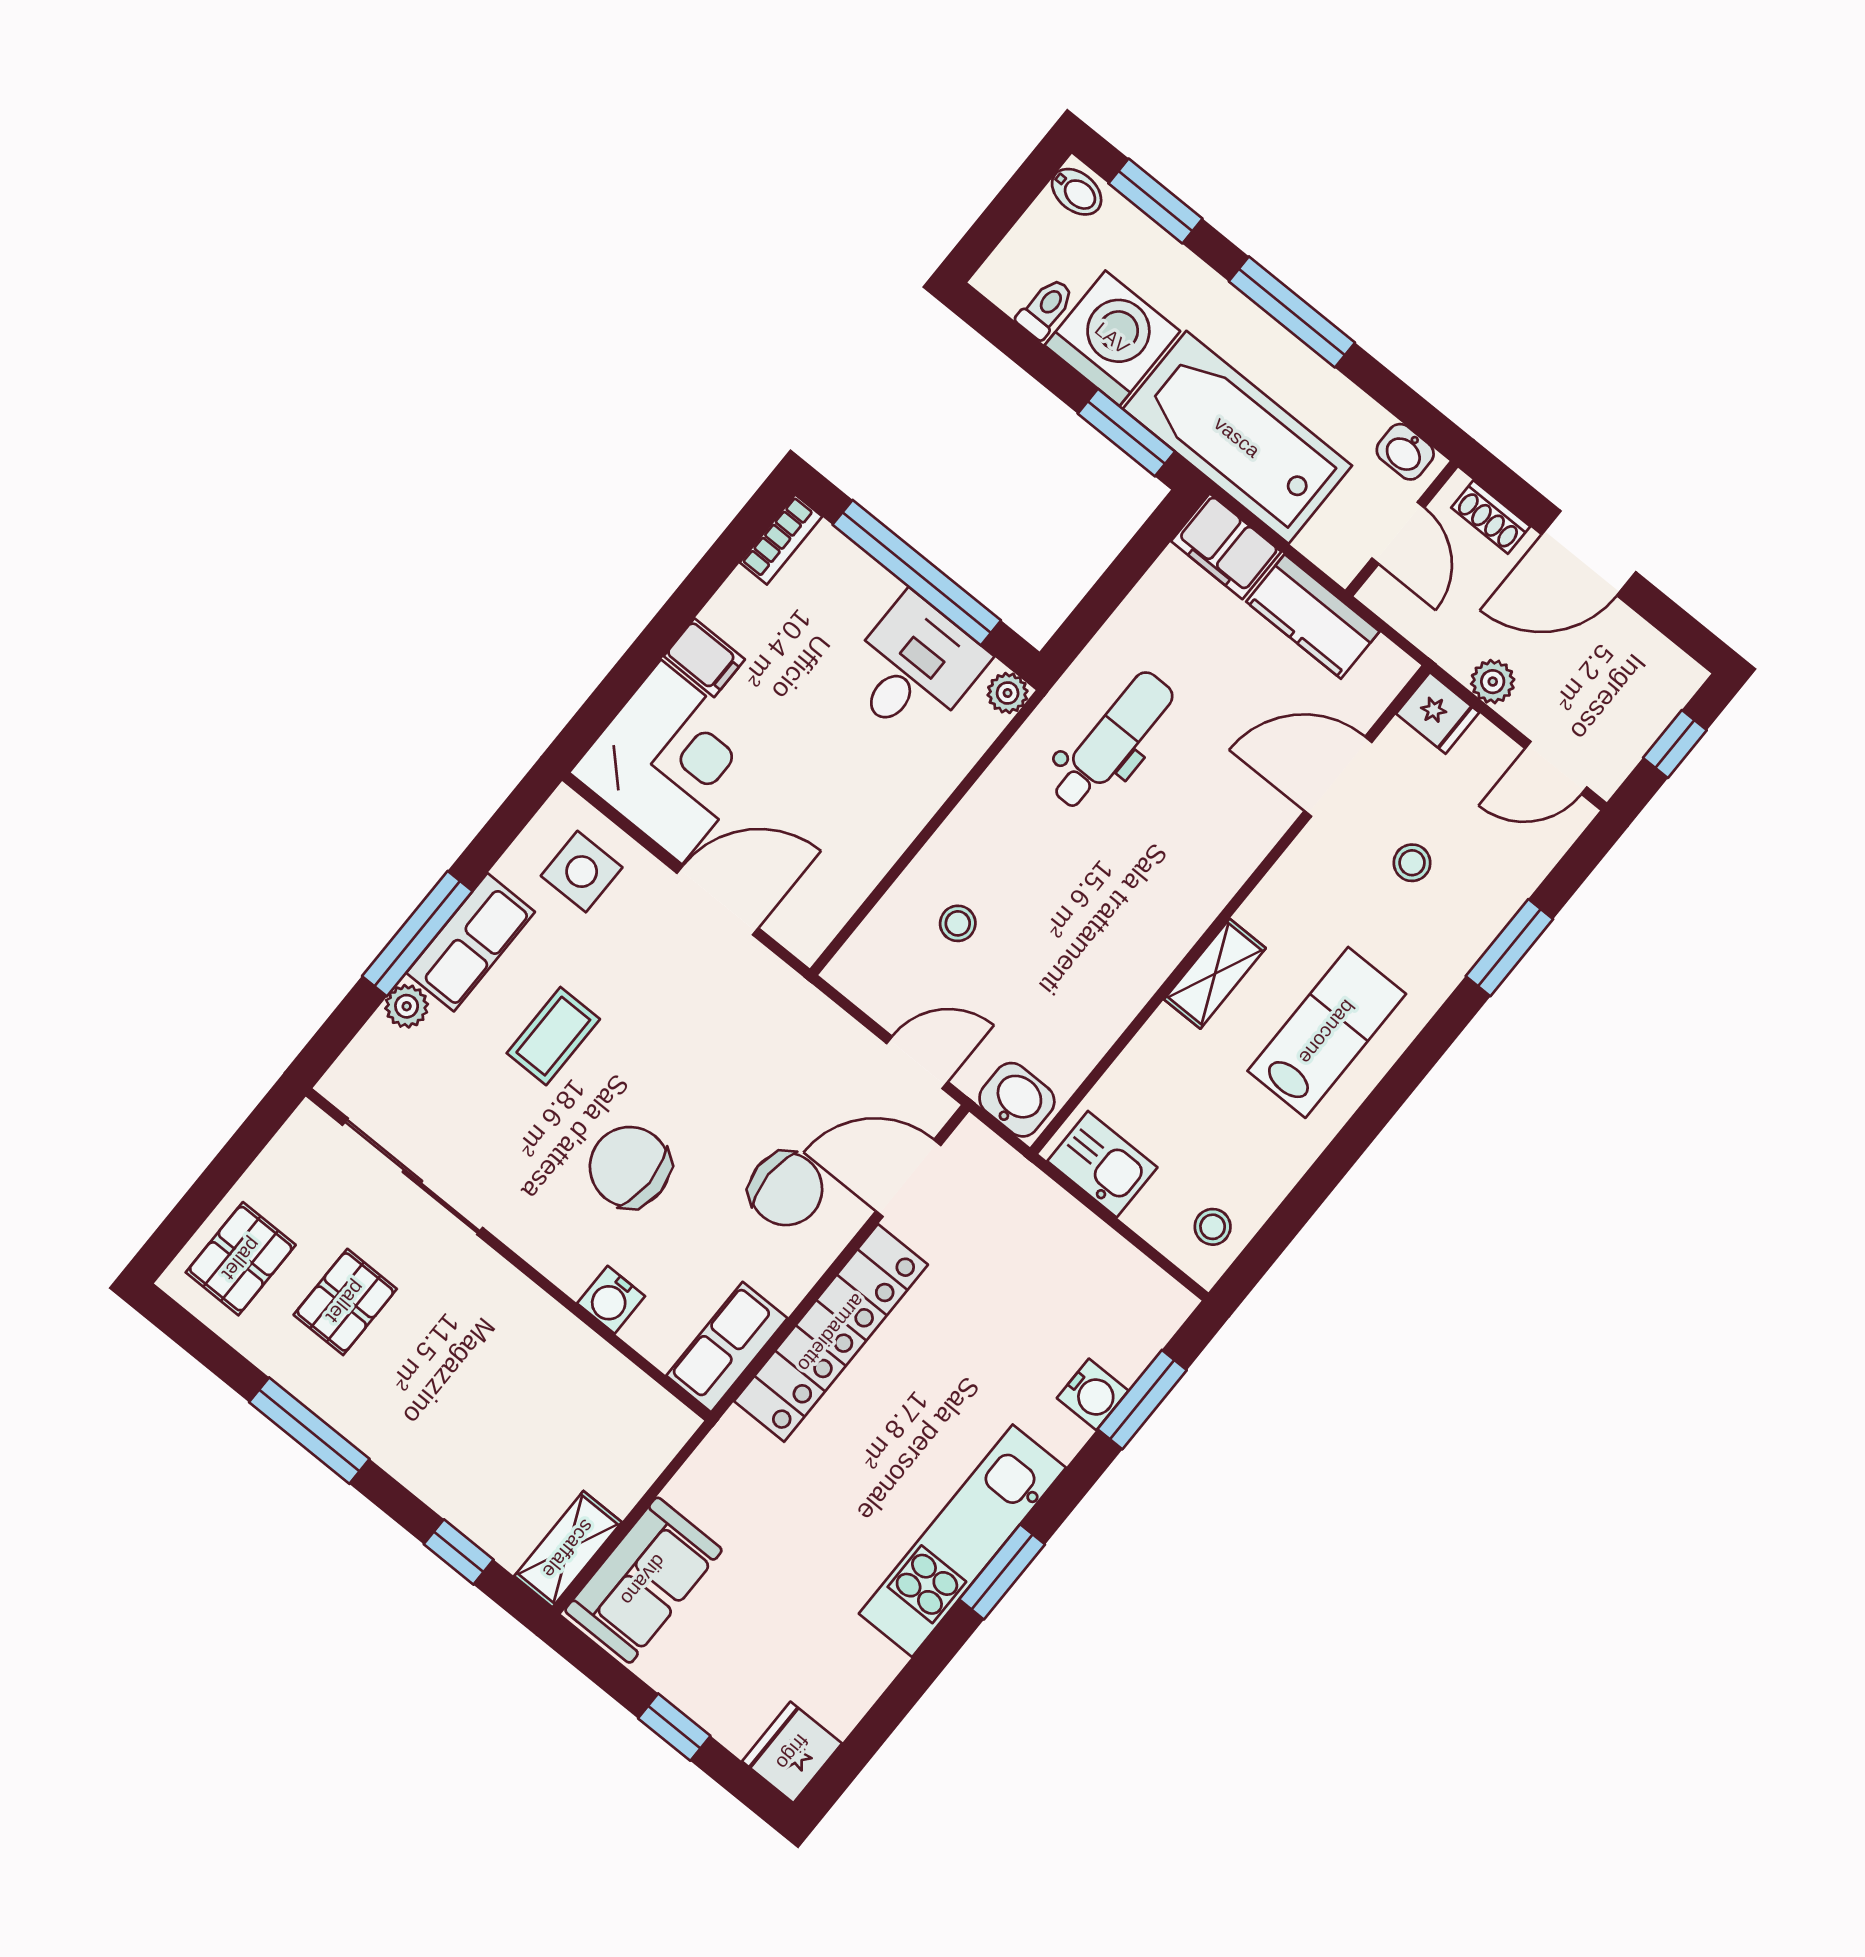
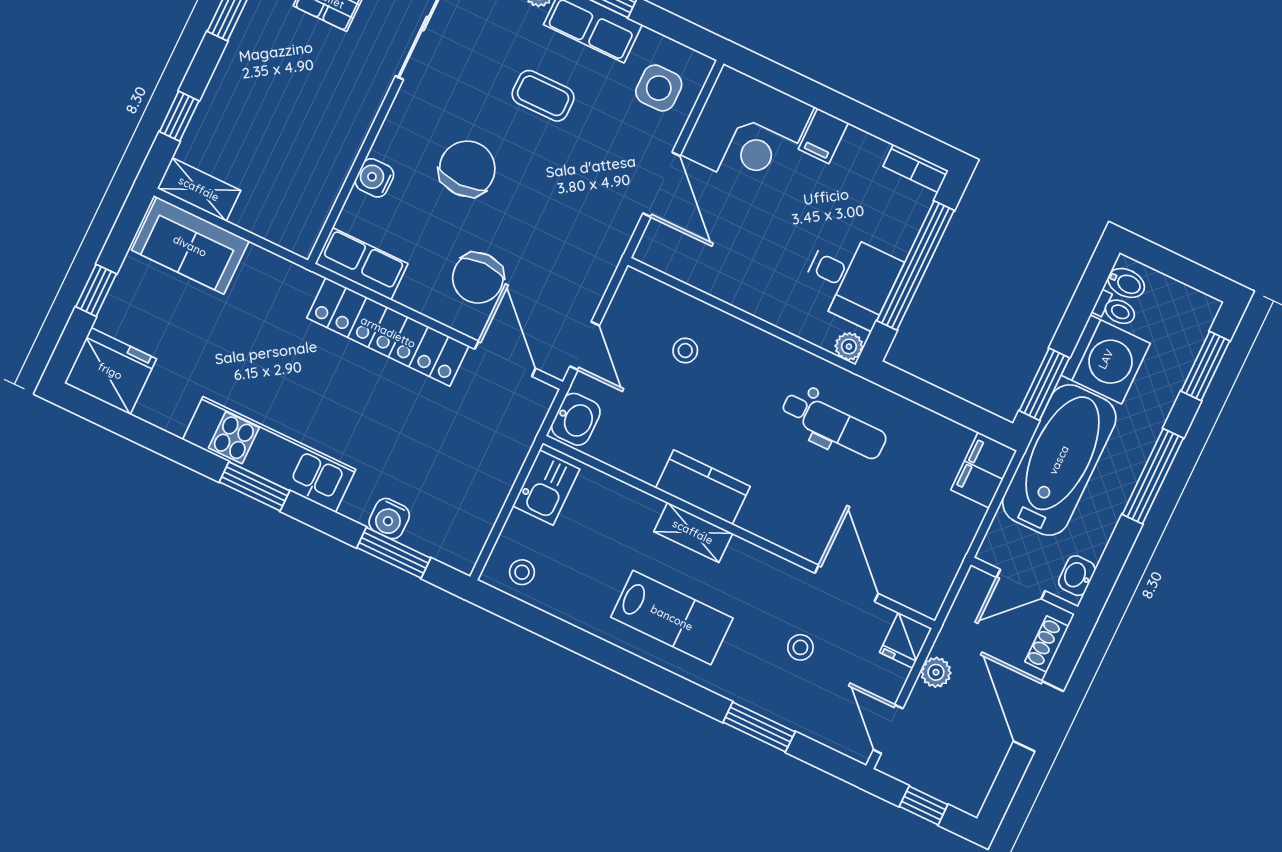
bidet: (1077, 192) -> (1126, 283), moved, turned -90
kitchen counter: (1313, 617) -> (703, 487), moved, turned 90
fridge: (792, 1752) -> (110, 371), width x1.36, depth x1.34

